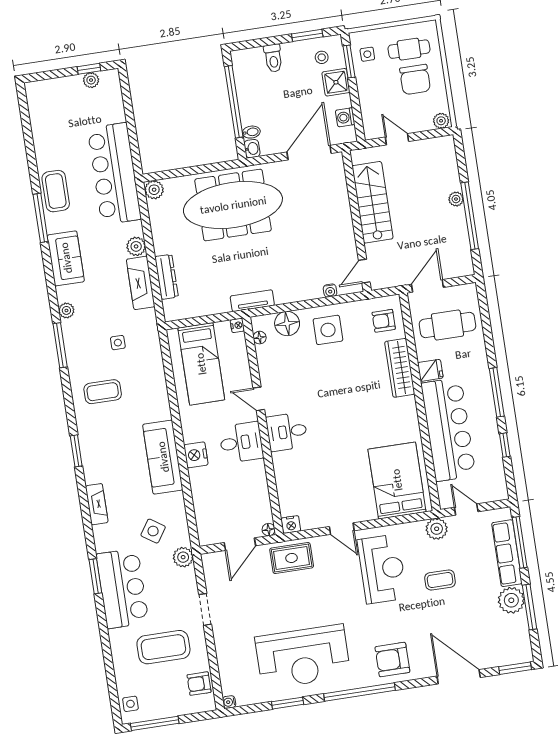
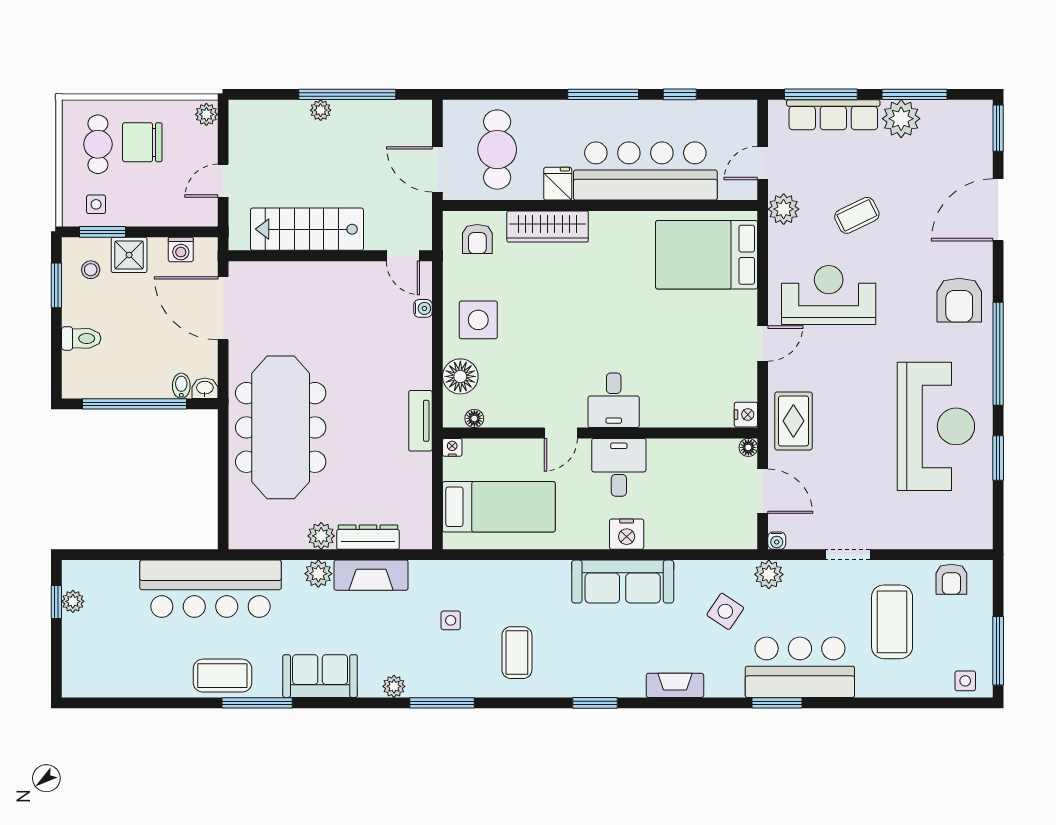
chair: (415, 79) -> (142, 142), turned 180
plant: (154, 190) -> (321, 536), moved
coffee table: (440, 580) -> (857, 215), turned 64
water cooler: (229, 702) -> (777, 541), moved

